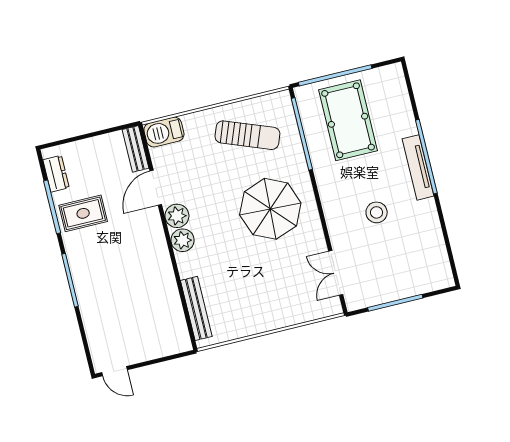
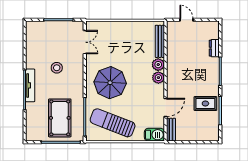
sun lounger: (247, 135) -> (113, 123), width x1.36, depth x1.34
dresser: (56, 174) -> (214, 48), moved
plant: (177, 216) -> (158, 65), moved
door: (114, 371) -> (186, 20), moved

